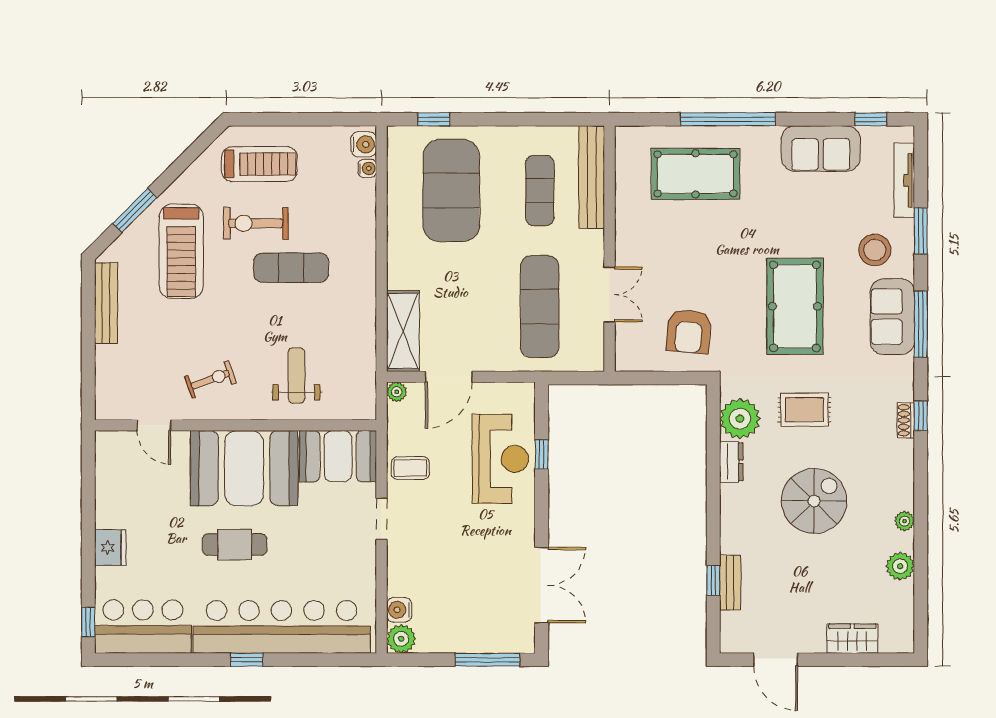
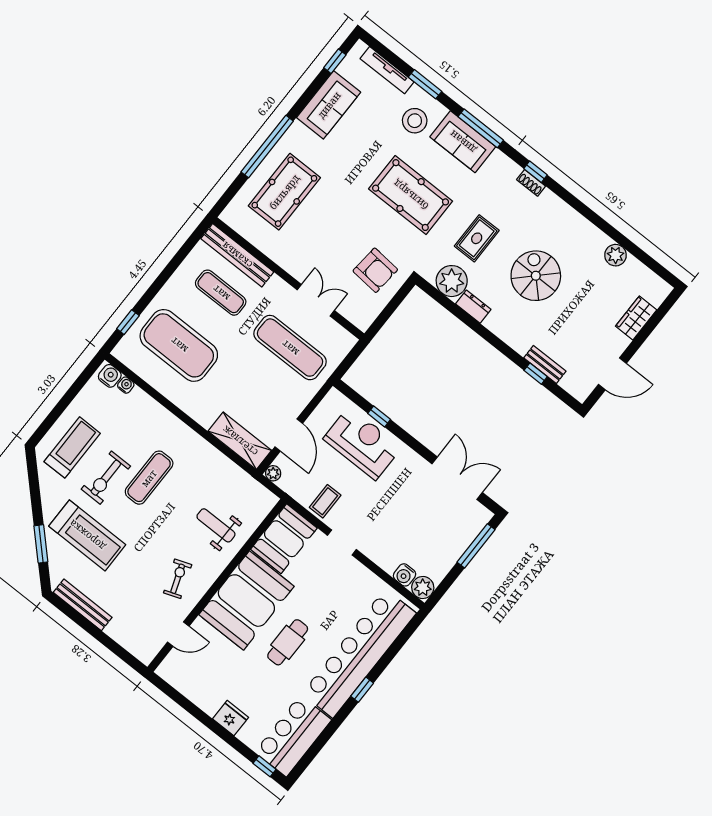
plant: (905, 521) -> (591, 231), removed

